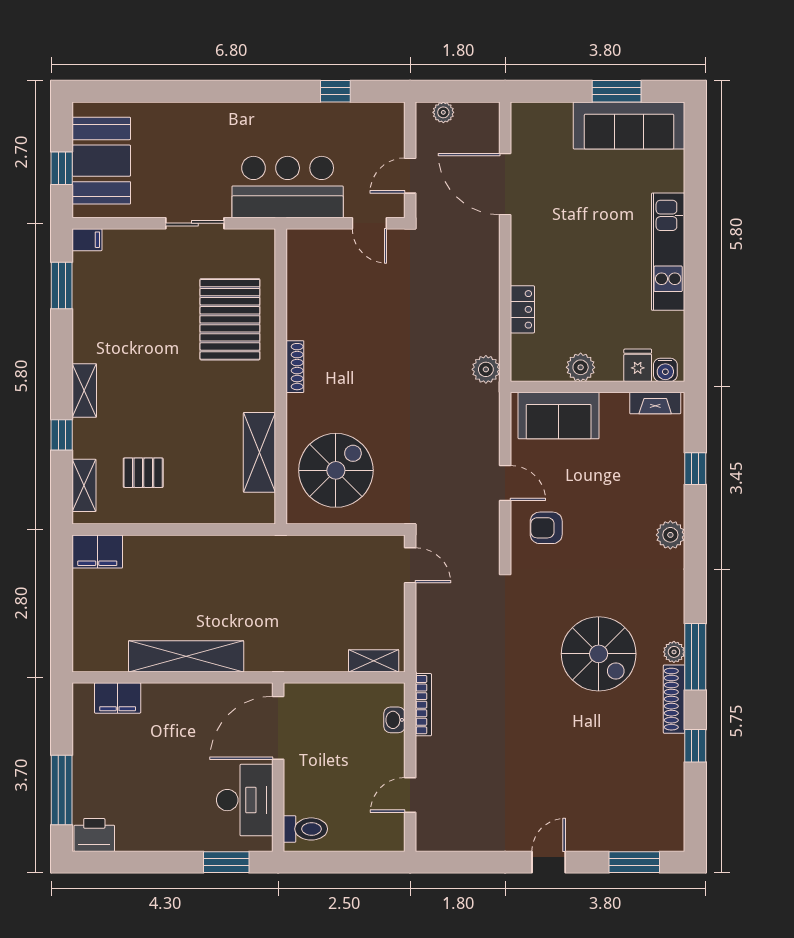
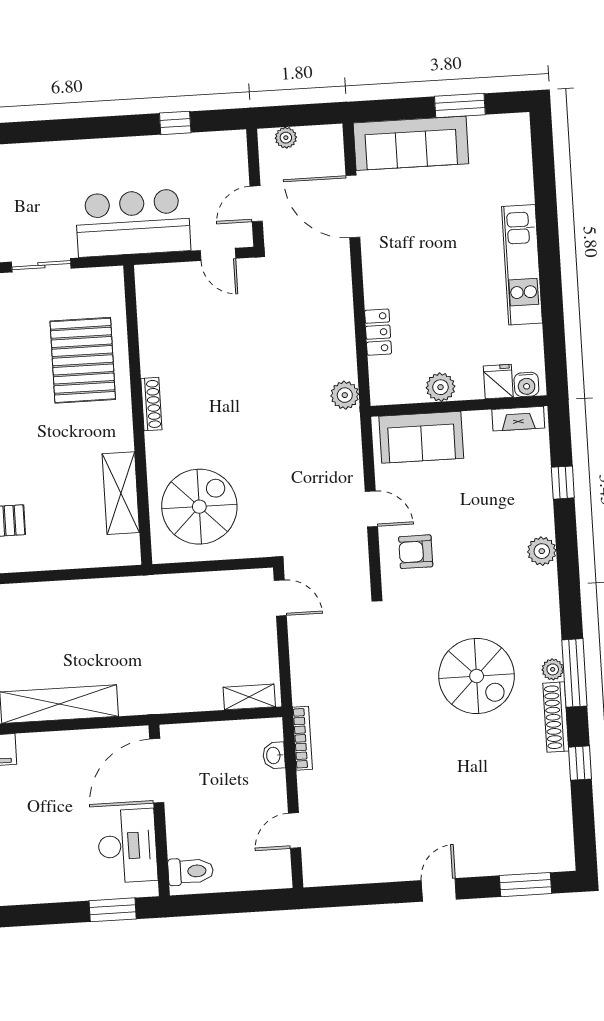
sofa: (629, 125) -> (411, 143), moved

